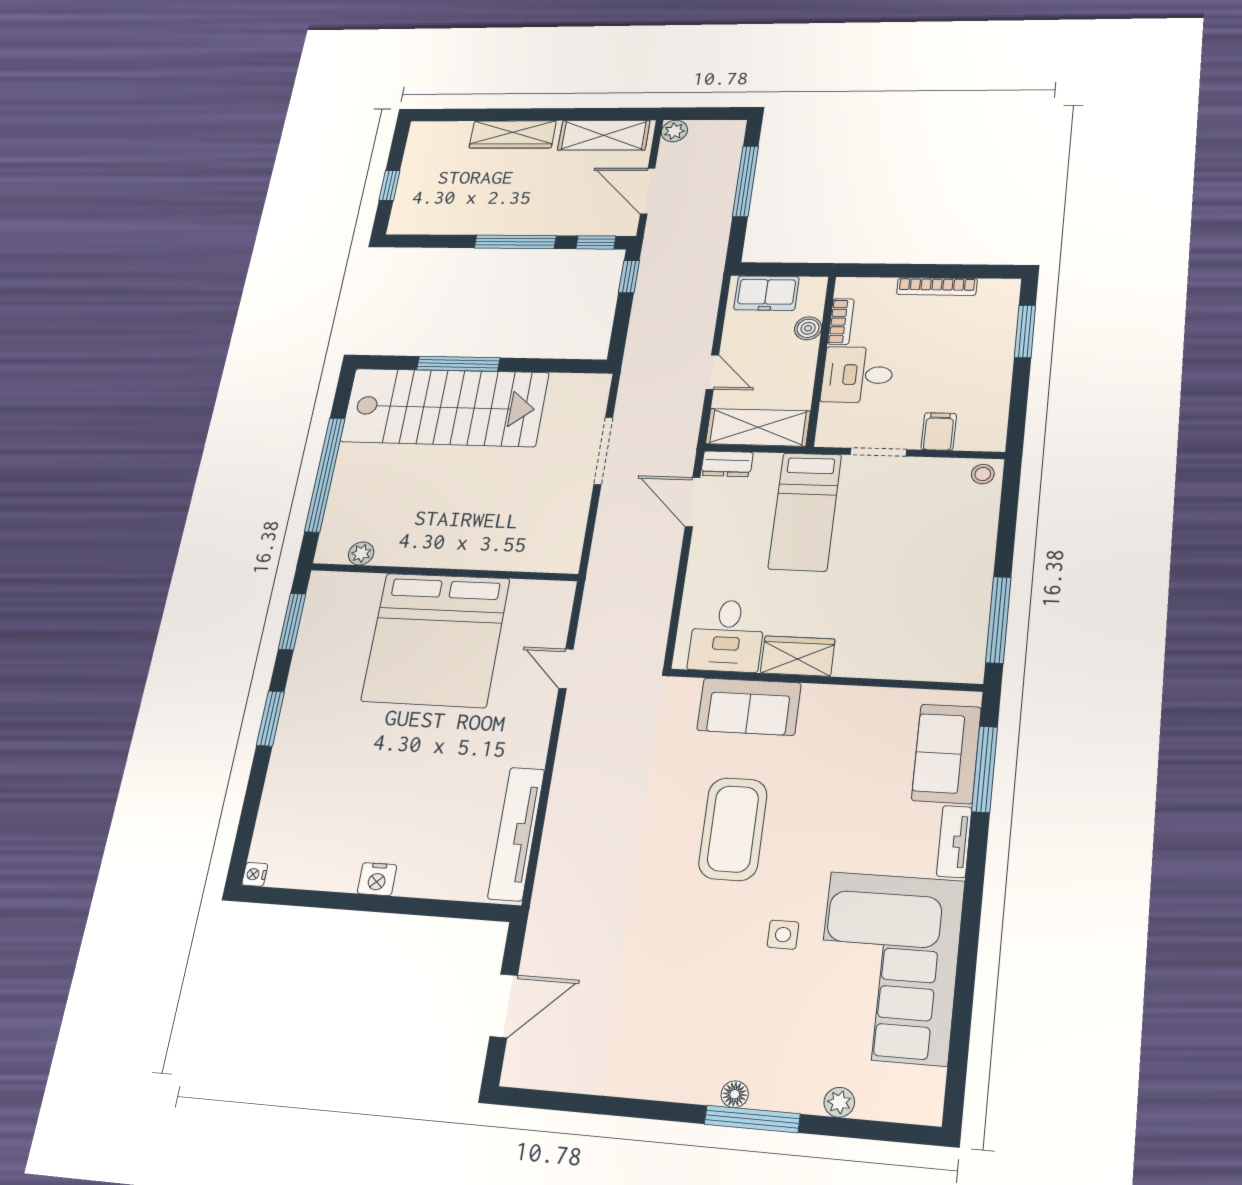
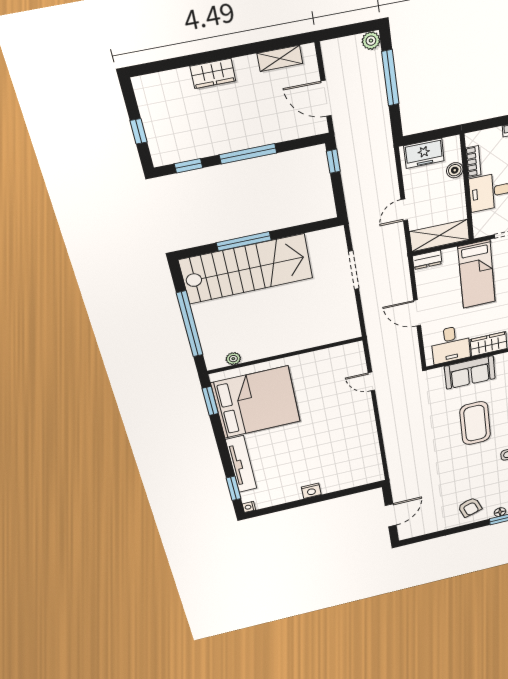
plant: (674, 131) -> (371, 41), moved
wardrobe: (513, 134) -> (213, 73), width x0.67
shelving: (604, 135) -> (280, 58), width x0.67, depth x0.75
window: (596, 242) -> (188, 166), moved
door: (712, 372) -> (404, 210), swing flipped
door: (693, 502) -> (417, 313), moved
bed: (436, 640) -> (256, 402), moved, turned -90
window: (270, 718) -> (233, 488), moved
tv unit: (516, 834) -> (241, 464), moved, turned 180
armchair: (672, 1052) -> (470, 507), added

